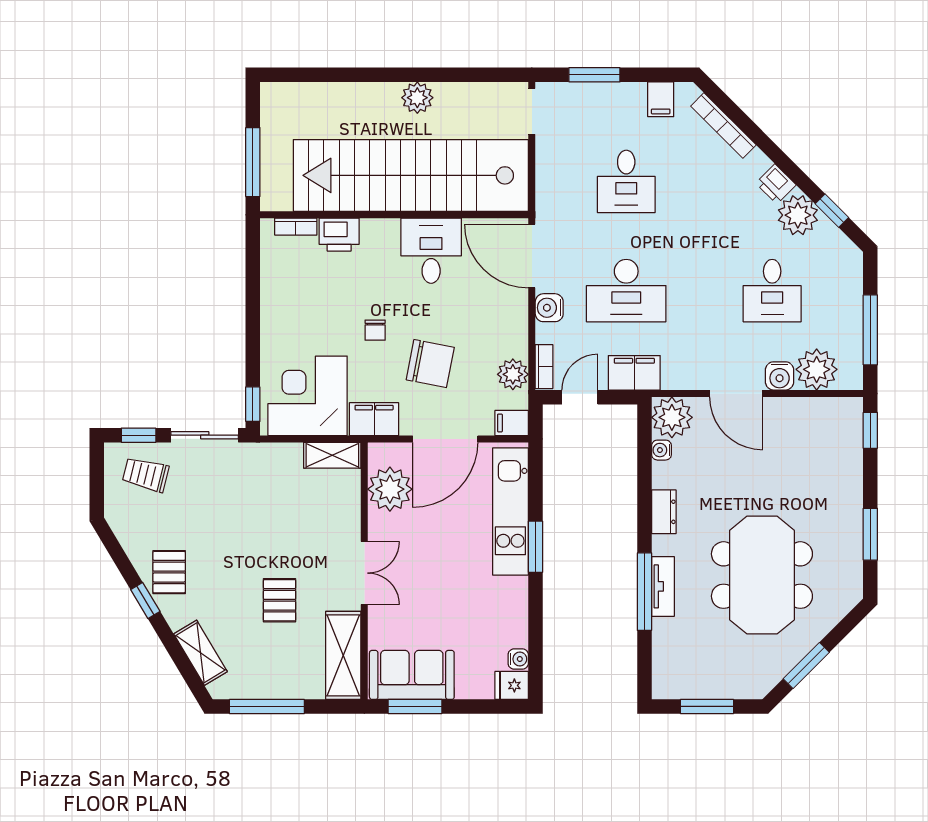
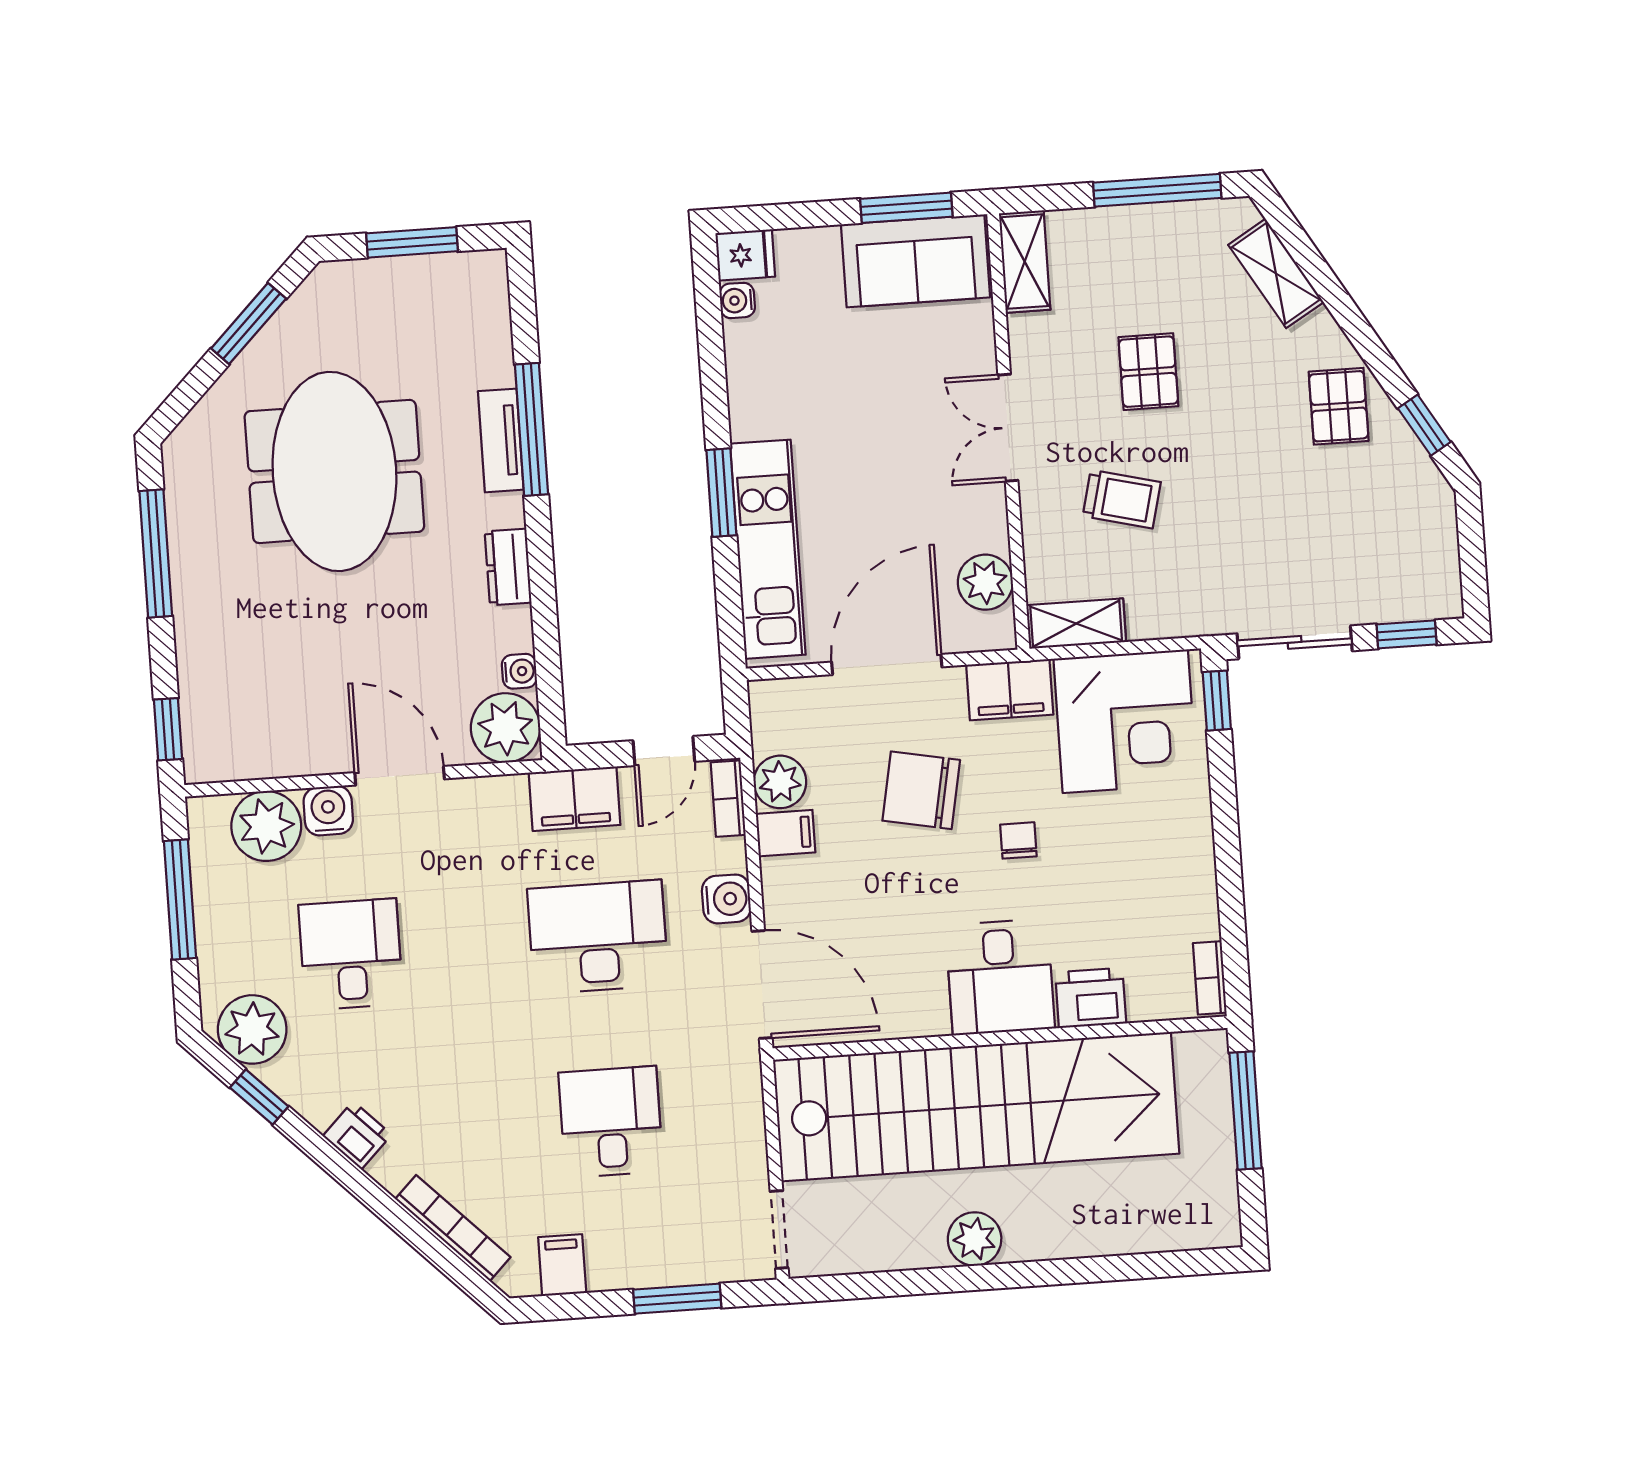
plant: (798, 215) -> (252, 1029), moved
bookcase: (296, 227) -> (1210, 978), moved, turned -90
desk: (431, 251) -> (1000, 977), moved
filing cabinet: (512, 423) -> (786, 833), moved
trolley: (146, 474) -> (1122, 499), moved
plant: (390, 489) -> (985, 582), width x0.73, depth x0.73
window: (870, 534) -> (156, 554), width x1.44
window: (145, 601) -> (1424, 425), moved
shelving: (343, 655) -> (1025, 262), width x0.67, depth x0.75

